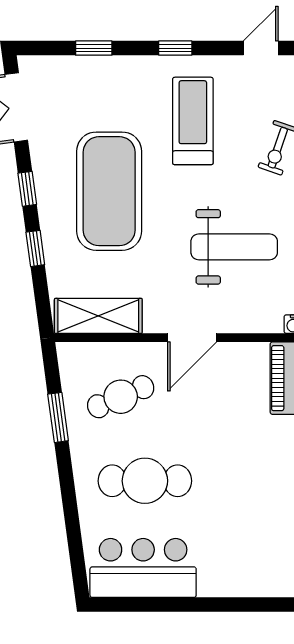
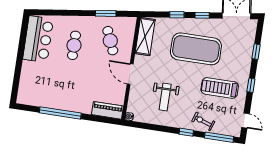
treadmill: (193, 121) -> (220, 88), turned 180
weight bench: (234, 247) -> (165, 97), width x0.73, depth x0.75
cafe table: (145, 481) -> (74, 45), width x0.73, depth x0.74

